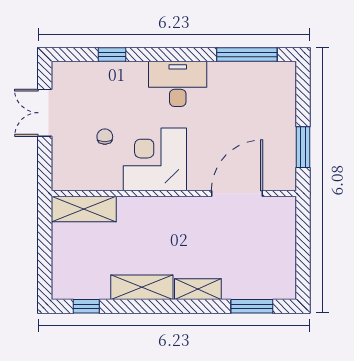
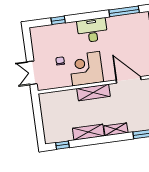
double door: (45, 113) -> (32, 73), moved
door: (237, 193) -> (129, 80), hinge flipped
shelving: (84, 209) -> (93, 92), moved

